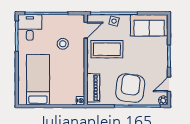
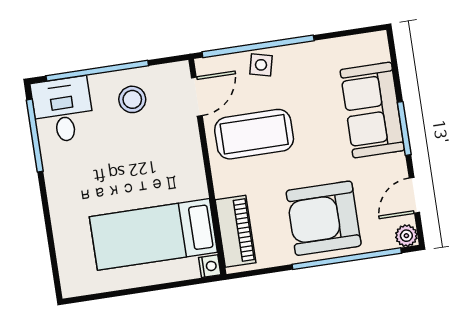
sofa: (149, 25) -> (372, 110), moved, turned 90
stool: (63, 44) -> (132, 99), moved
bed: (38, 80) -> (153, 234), moved, turned -90
armchair: (130, 88) -> (324, 218), turned -97

